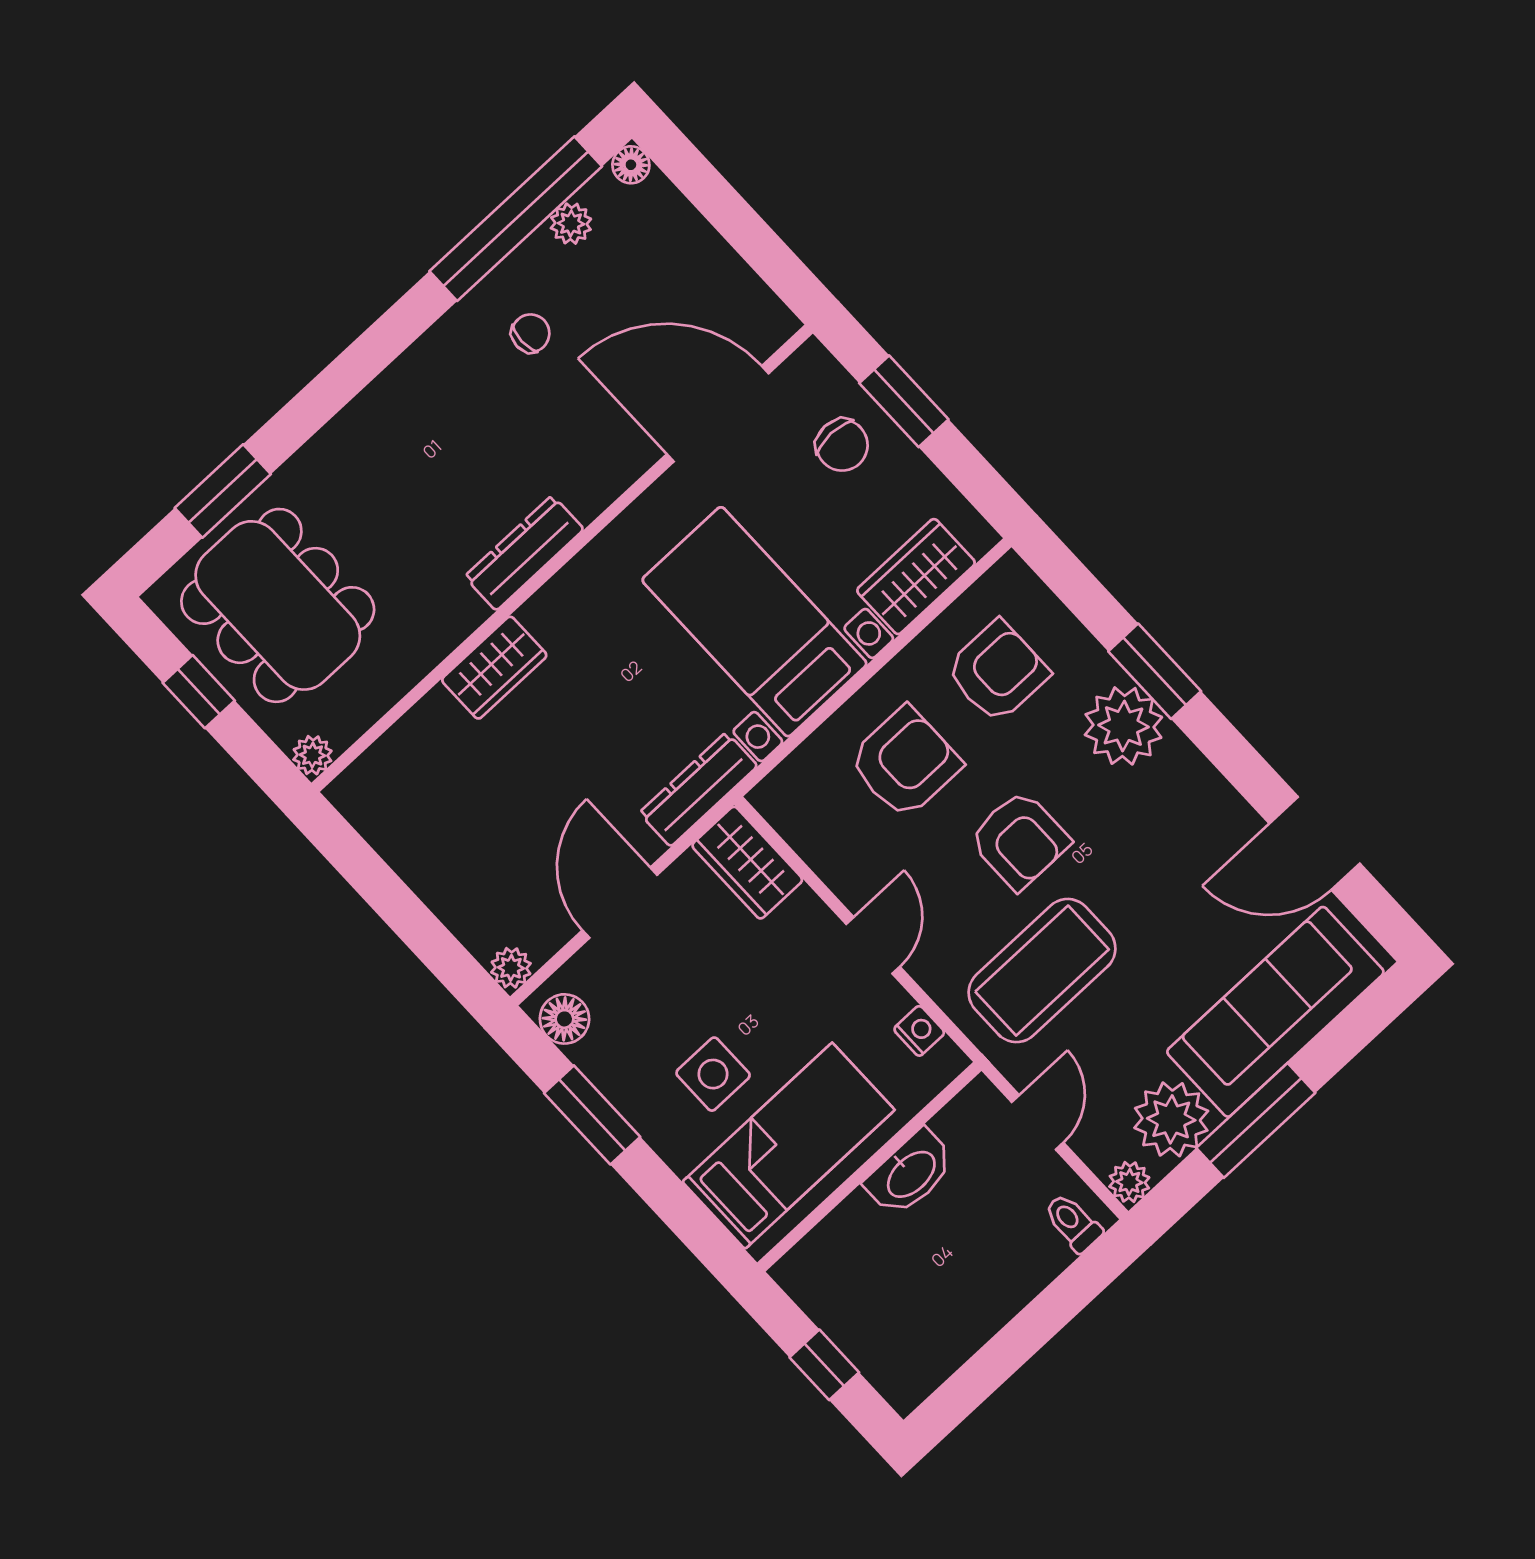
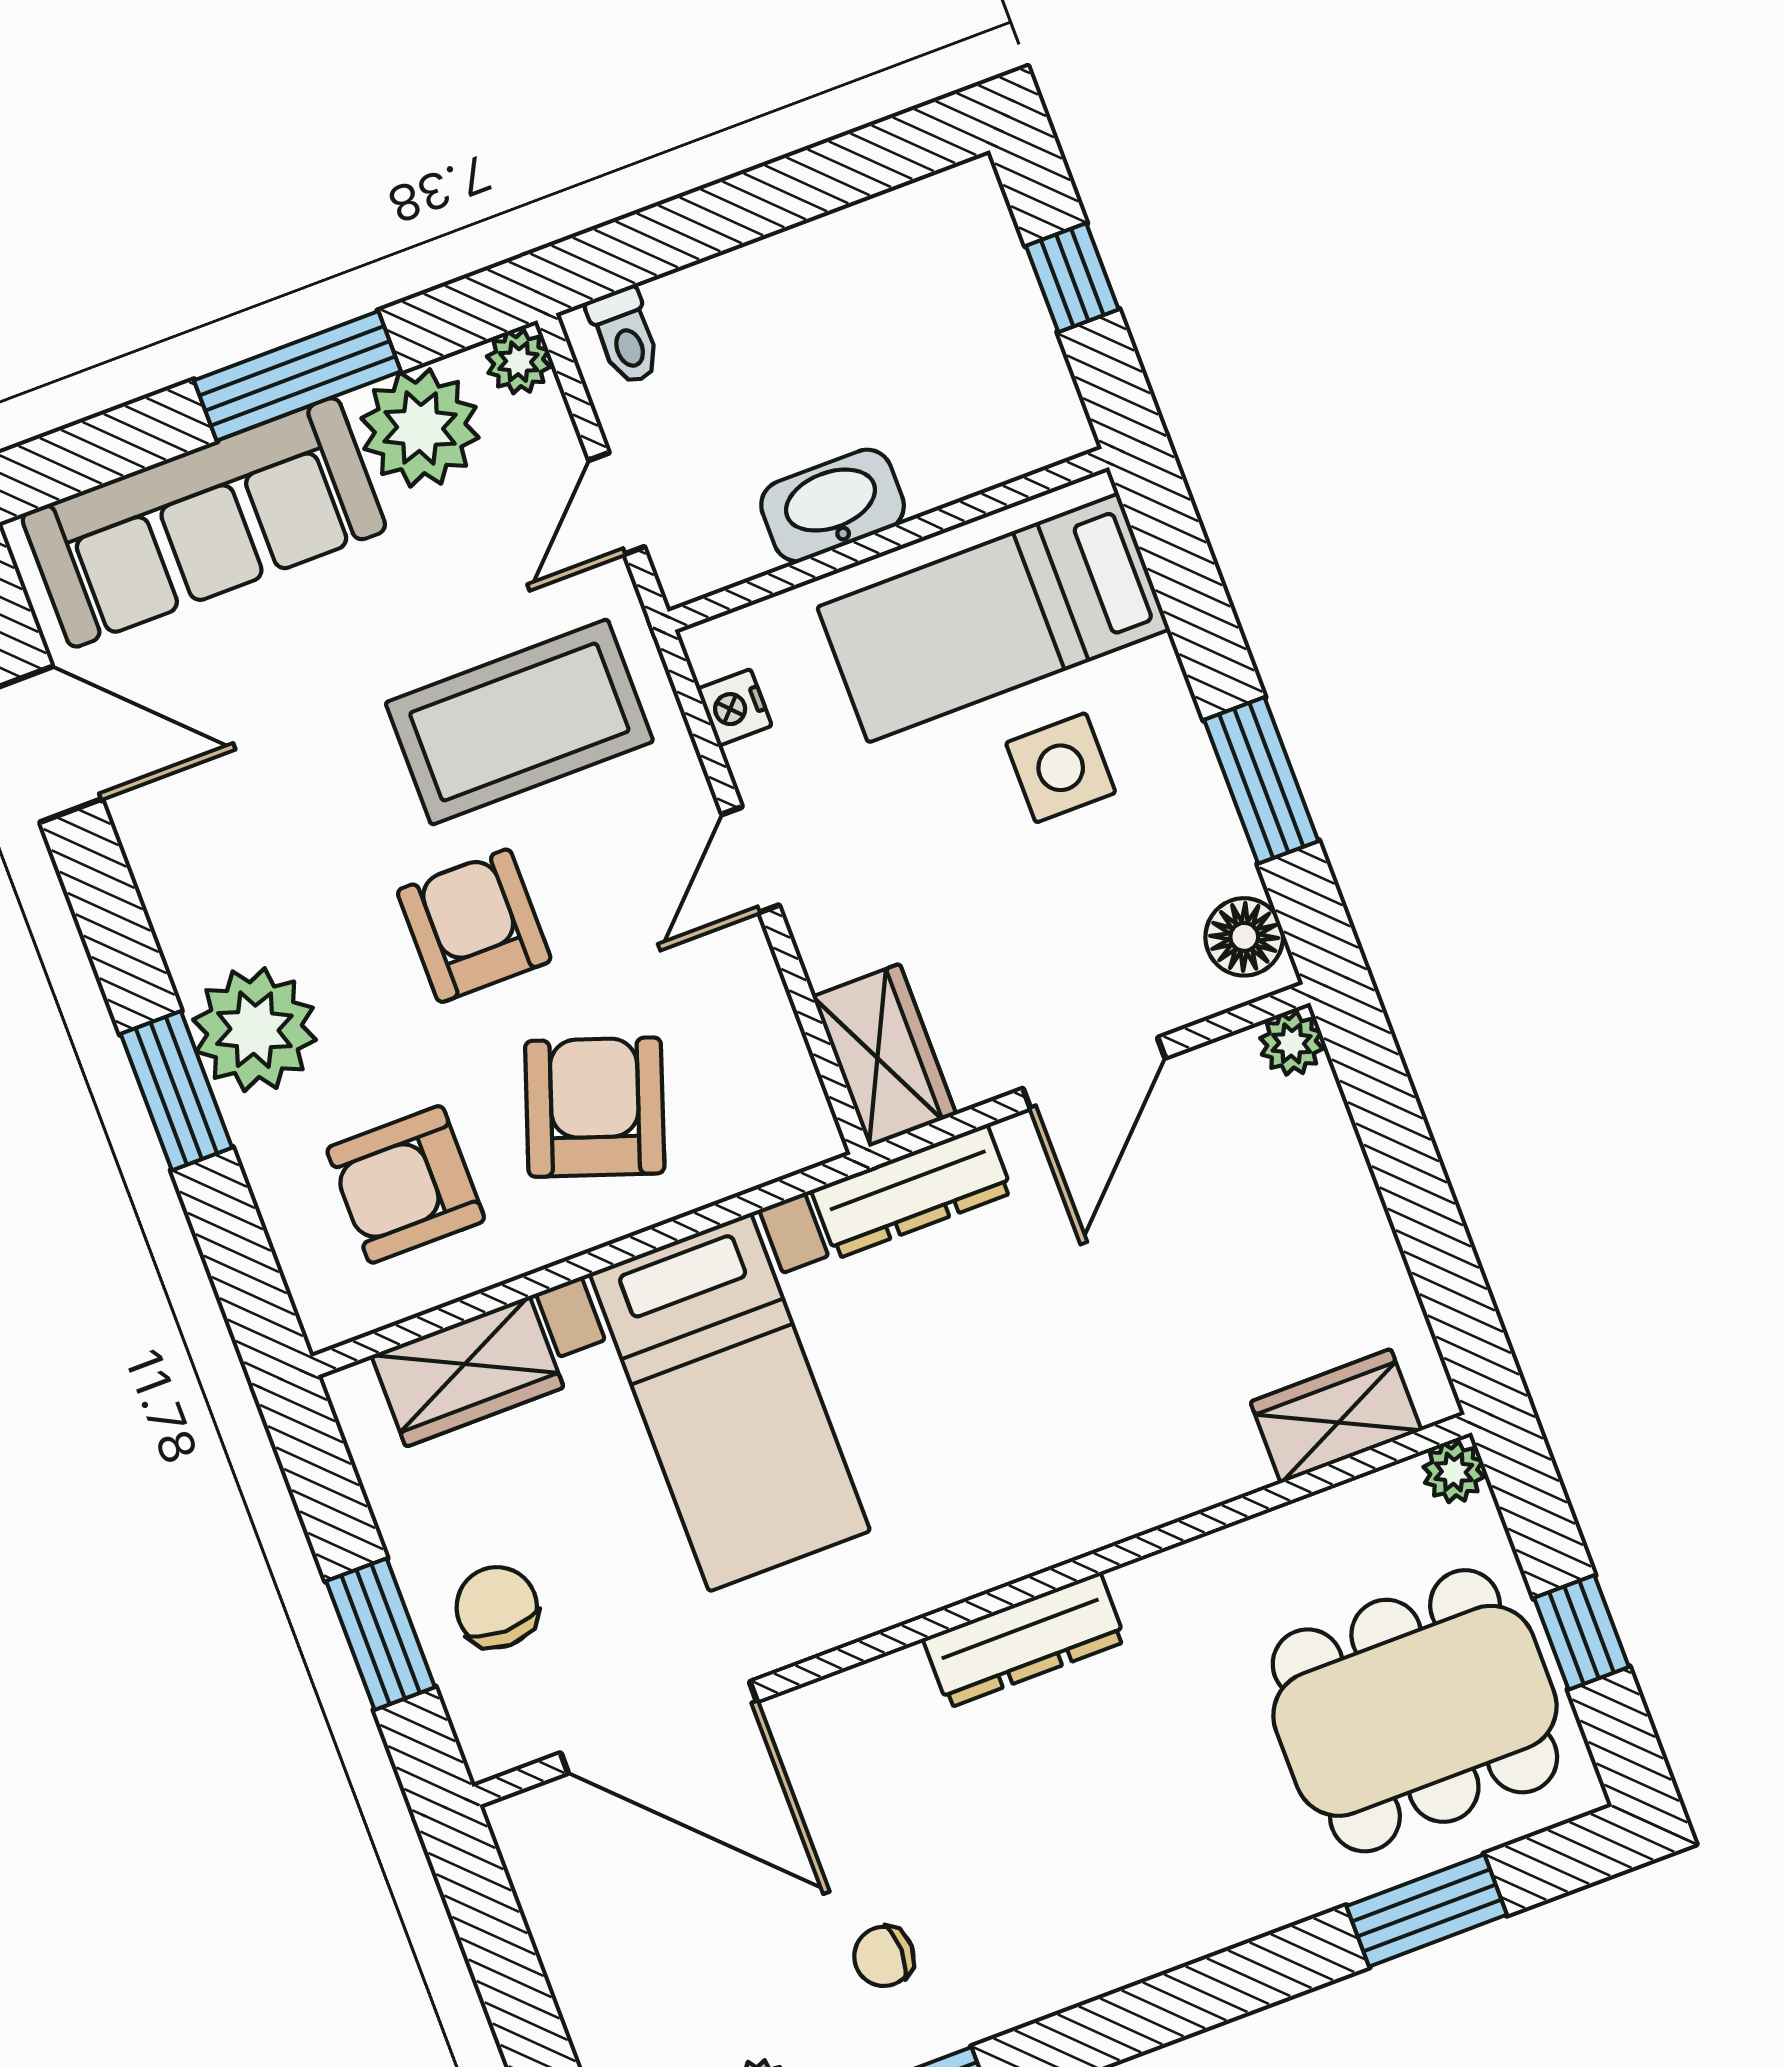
dining table: (278, 605) -> (1415, 1711), turned 90
wardrobe: (494, 668) -> (1336, 1416), moved
armchair: (905, 762) -> (595, 1107), turned 109

